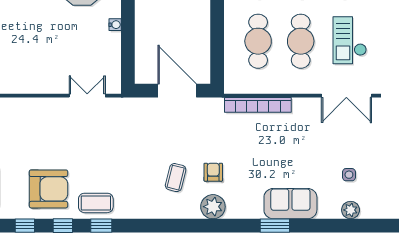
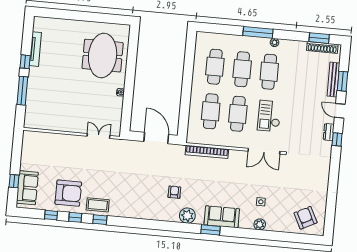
coffee table: (176, 178) -> (150, 193), removed
plant: (213, 207) -> (187, 216), moved

